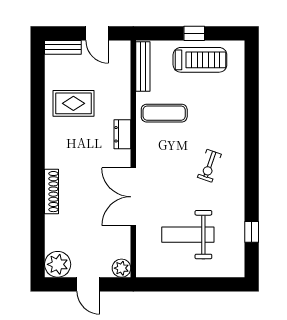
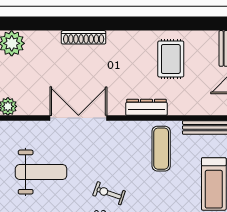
dresser: (122, 134) -> (146, 107), width x1.44
weight bench: (188, 235) -> (41, 172), turned 90

